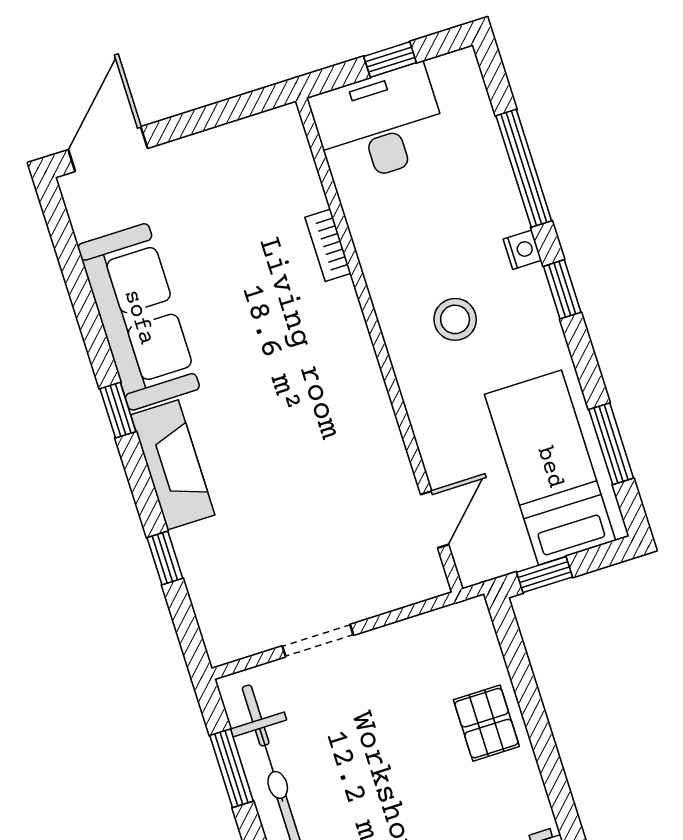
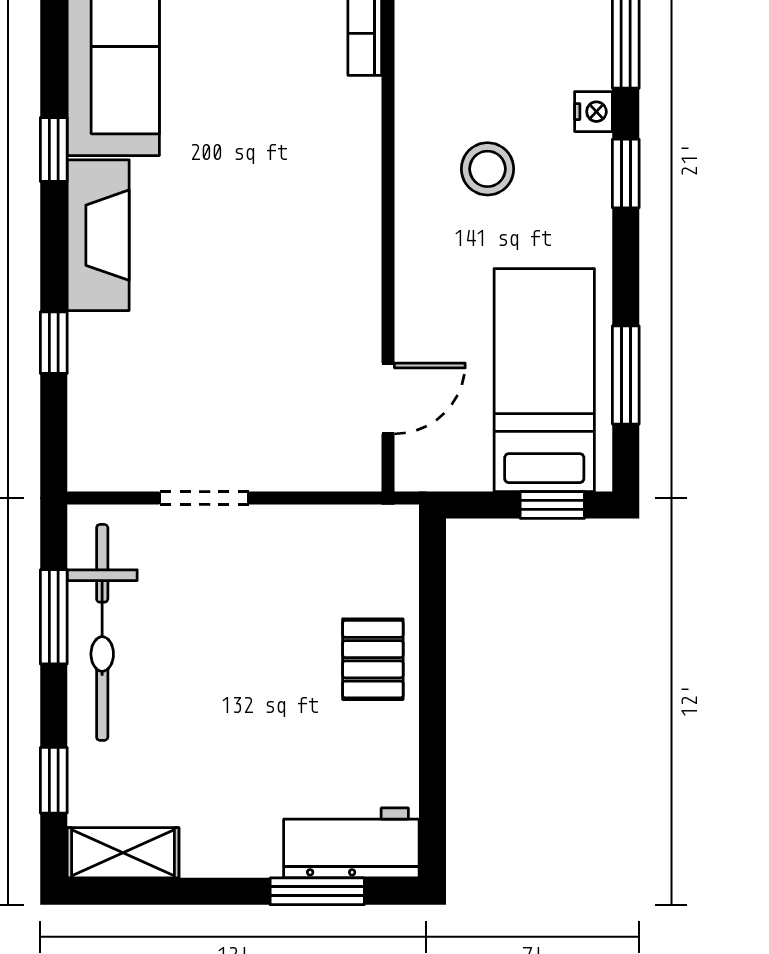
window: (544, 575) -> (552, 505), moved

